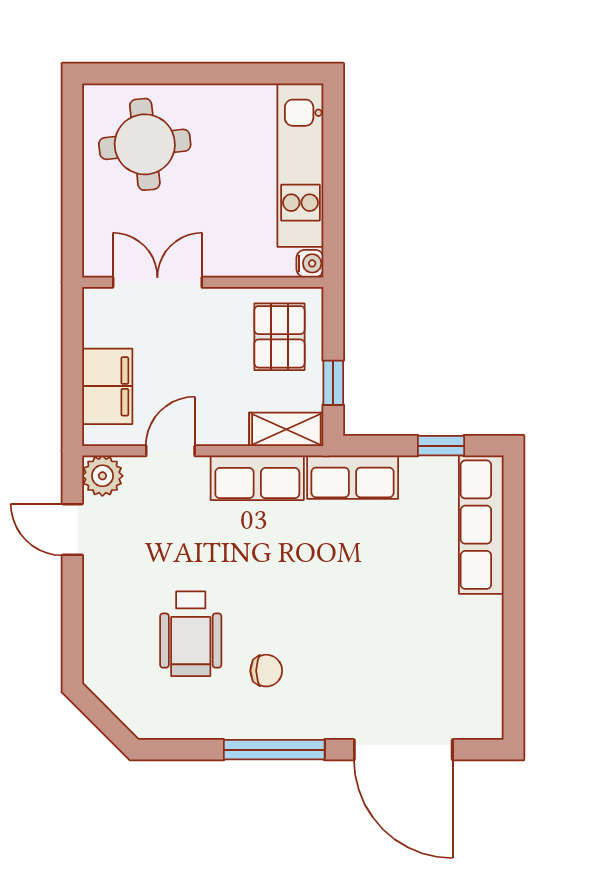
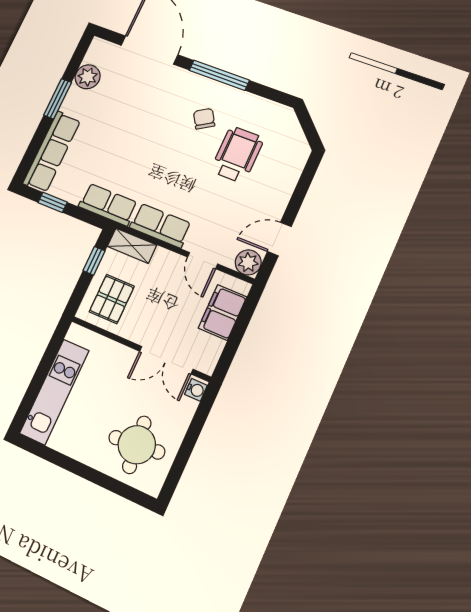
water cooler: (310, 263) -> (196, 390), moved, turned 180
door: (170, 451) -> (203, 261), hinge flipped
door: (72, 530) -> (279, 239), swing flipped
window: (513, 613) -> (58, 99), added
plant: (482, 668) -> (88, 77), added
chair: (266, 671) -> (204, 119), turned 58

